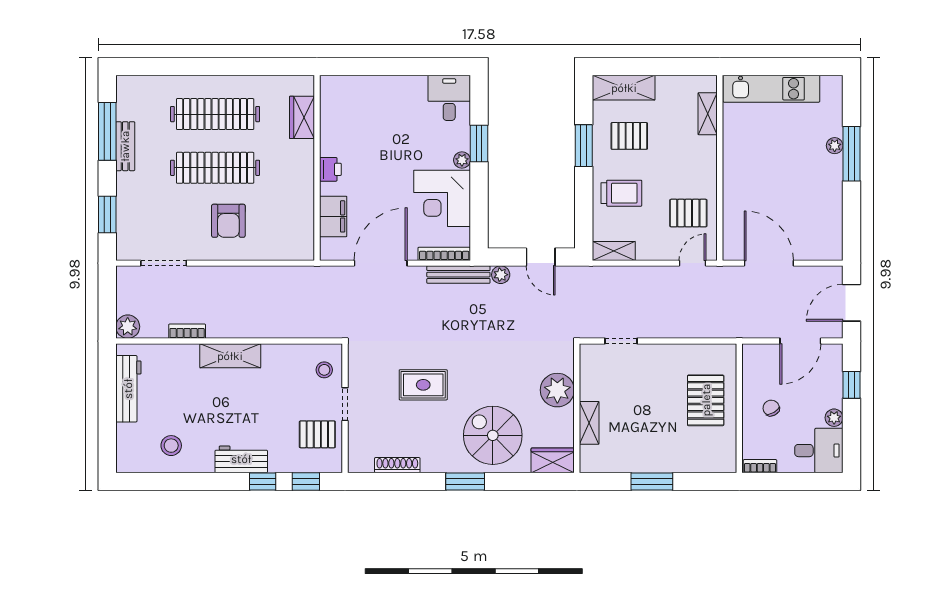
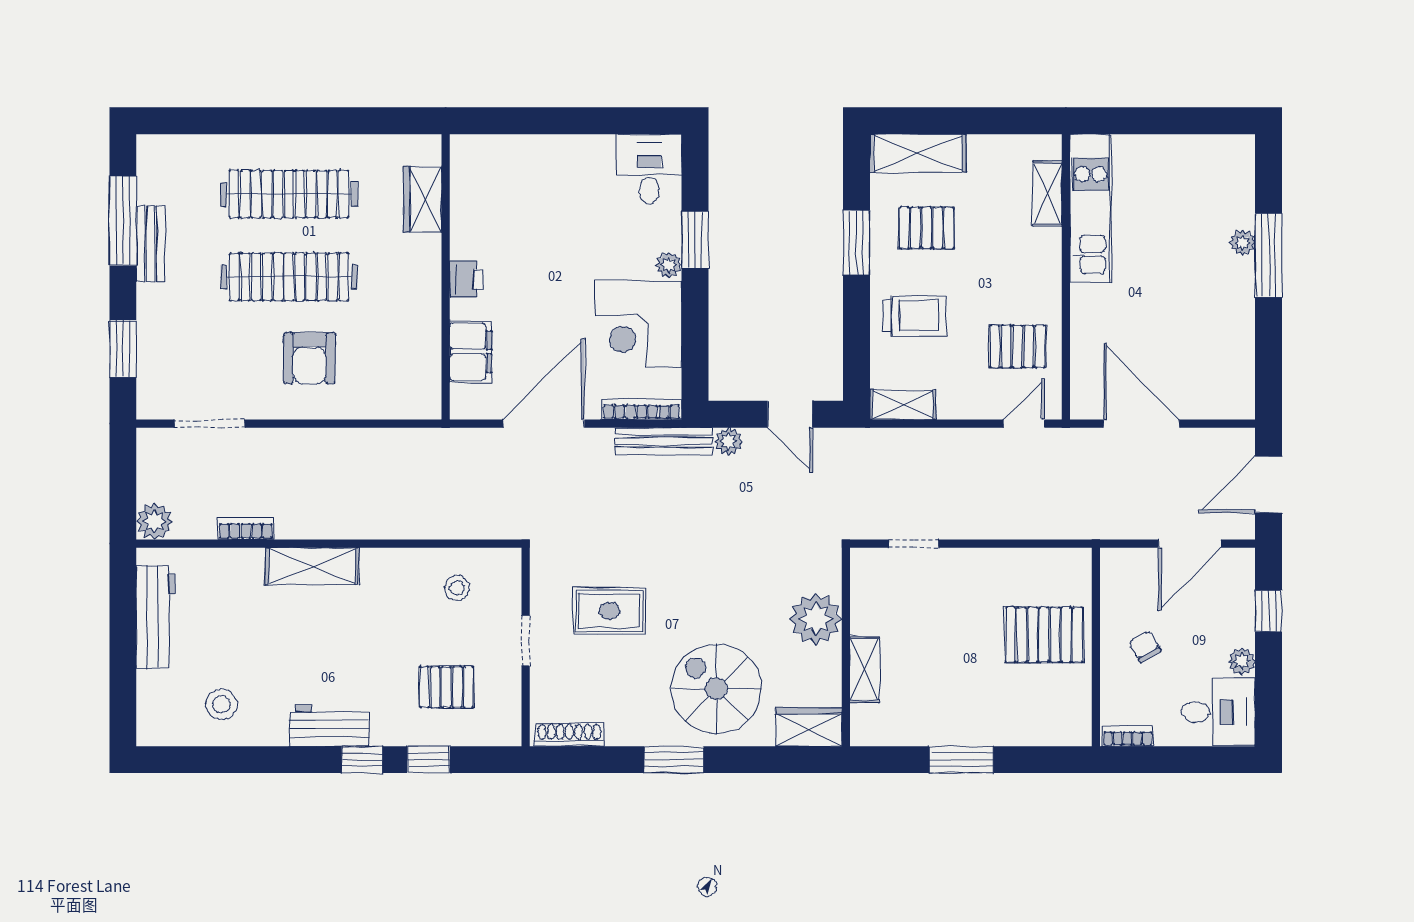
kitchen unit: (771, 89) -> (1091, 208), moved, turned -90
pallet: (706, 400) -> (1044, 635), turned 90
doorway: (345, 404) -> (526, 641), moved
wall: (345, 408) -> (526, 647), moved

